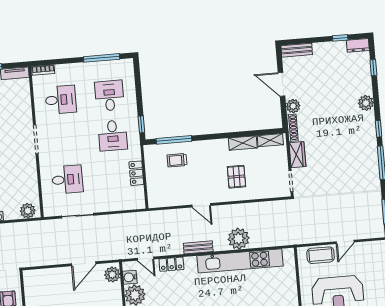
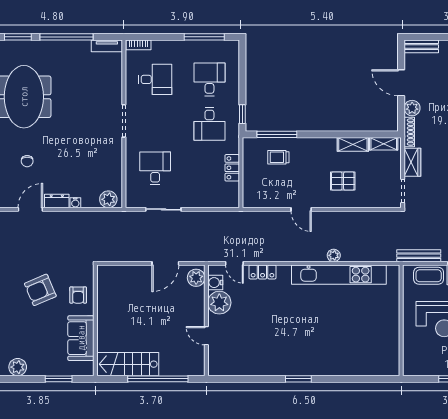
pallet: (236, 177) -> (343, 181), turned 90
desk: (67, 179) -> (155, 168), turned -90
plant: (239, 239) -> (334, 255), width x0.53, depth x0.53
bench: (198, 247) -> (419, 256), moved, width x1.36

